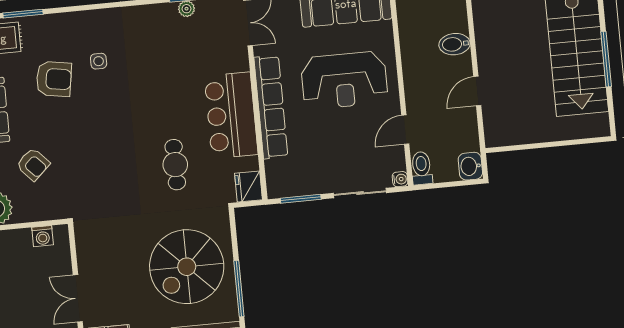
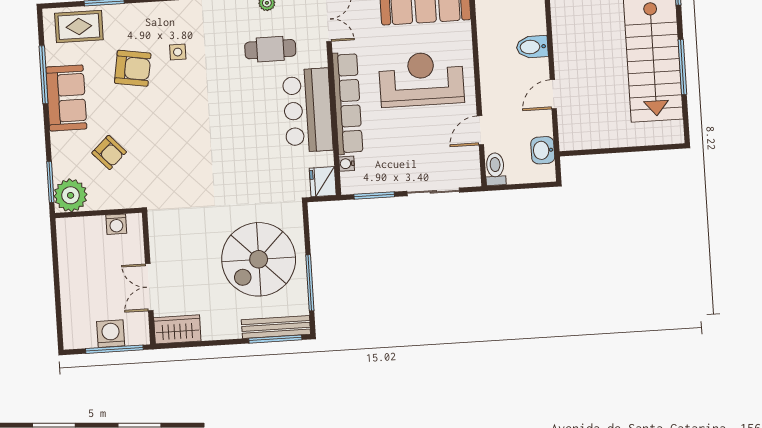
reception desk: (344, 80) -> (421, 79), turned 180
cafe table: (175, 165) -> (270, 49), moved, turned 90
washbasin: (470, 166) -> (543, 150), moved
water cooler: (400, 179) -> (347, 164), moved, turned 180

